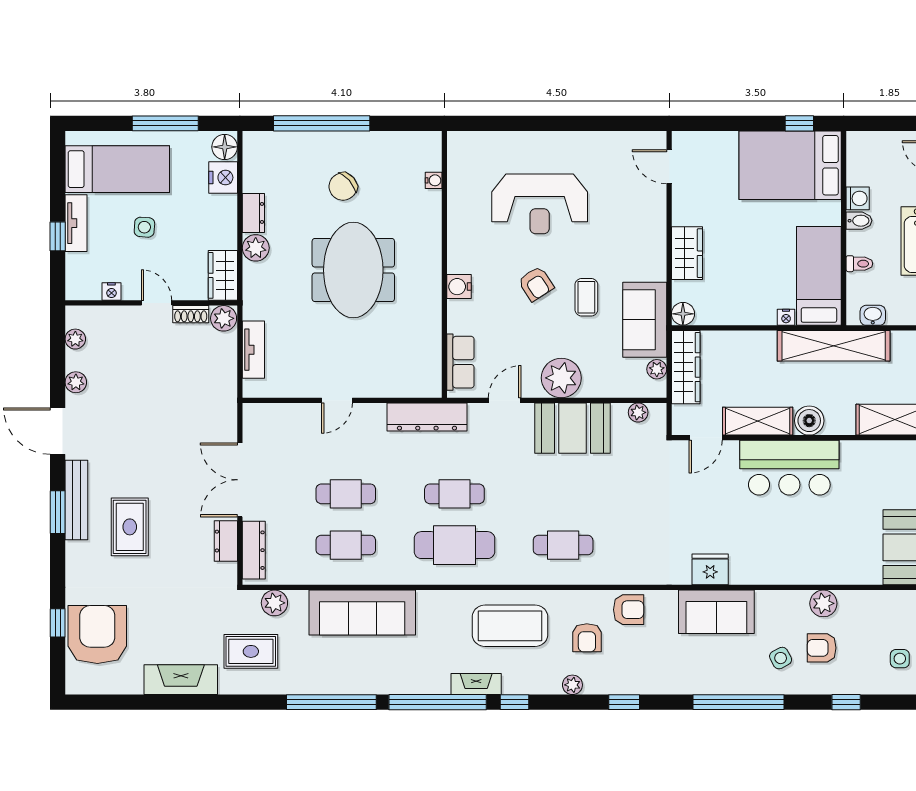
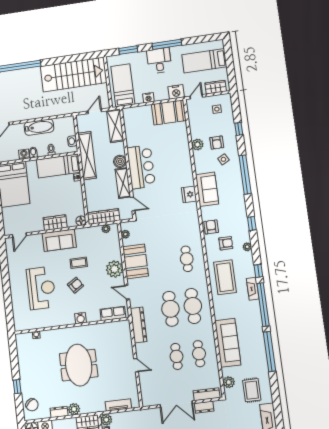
window: (322, 123) -> (17, 387), width x0.32
chair: (343, 187) -> (32, 405), moved
meeting table: (353, 270) -> (79, 365), turned 90
sofa: (645, 320) -> (59, 240), moved
cafe table: (454, 494) -> (170, 309), width x1.37, depth x1.35

